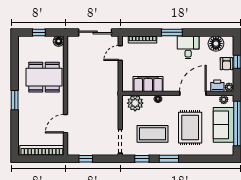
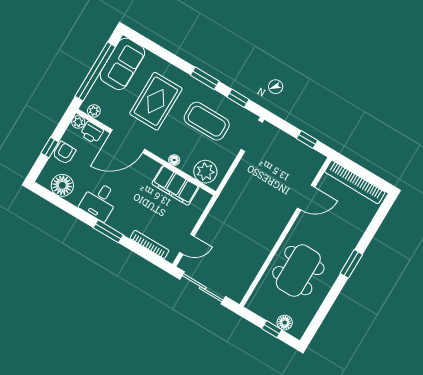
floor lamp: (59, 41) -> (285, 323), moved
dining table: (44, 77) -> (298, 271), turned 90
sofa: (224, 125) -> (122, 64), moved

